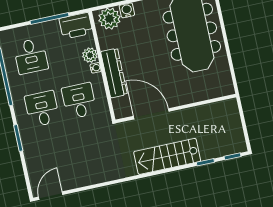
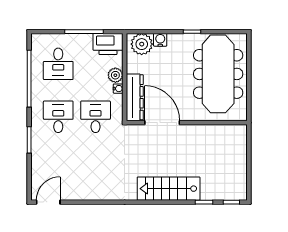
wall: (176, 108) -> (187, 123), moved
door: (151, 114) -> (162, 123), moved

